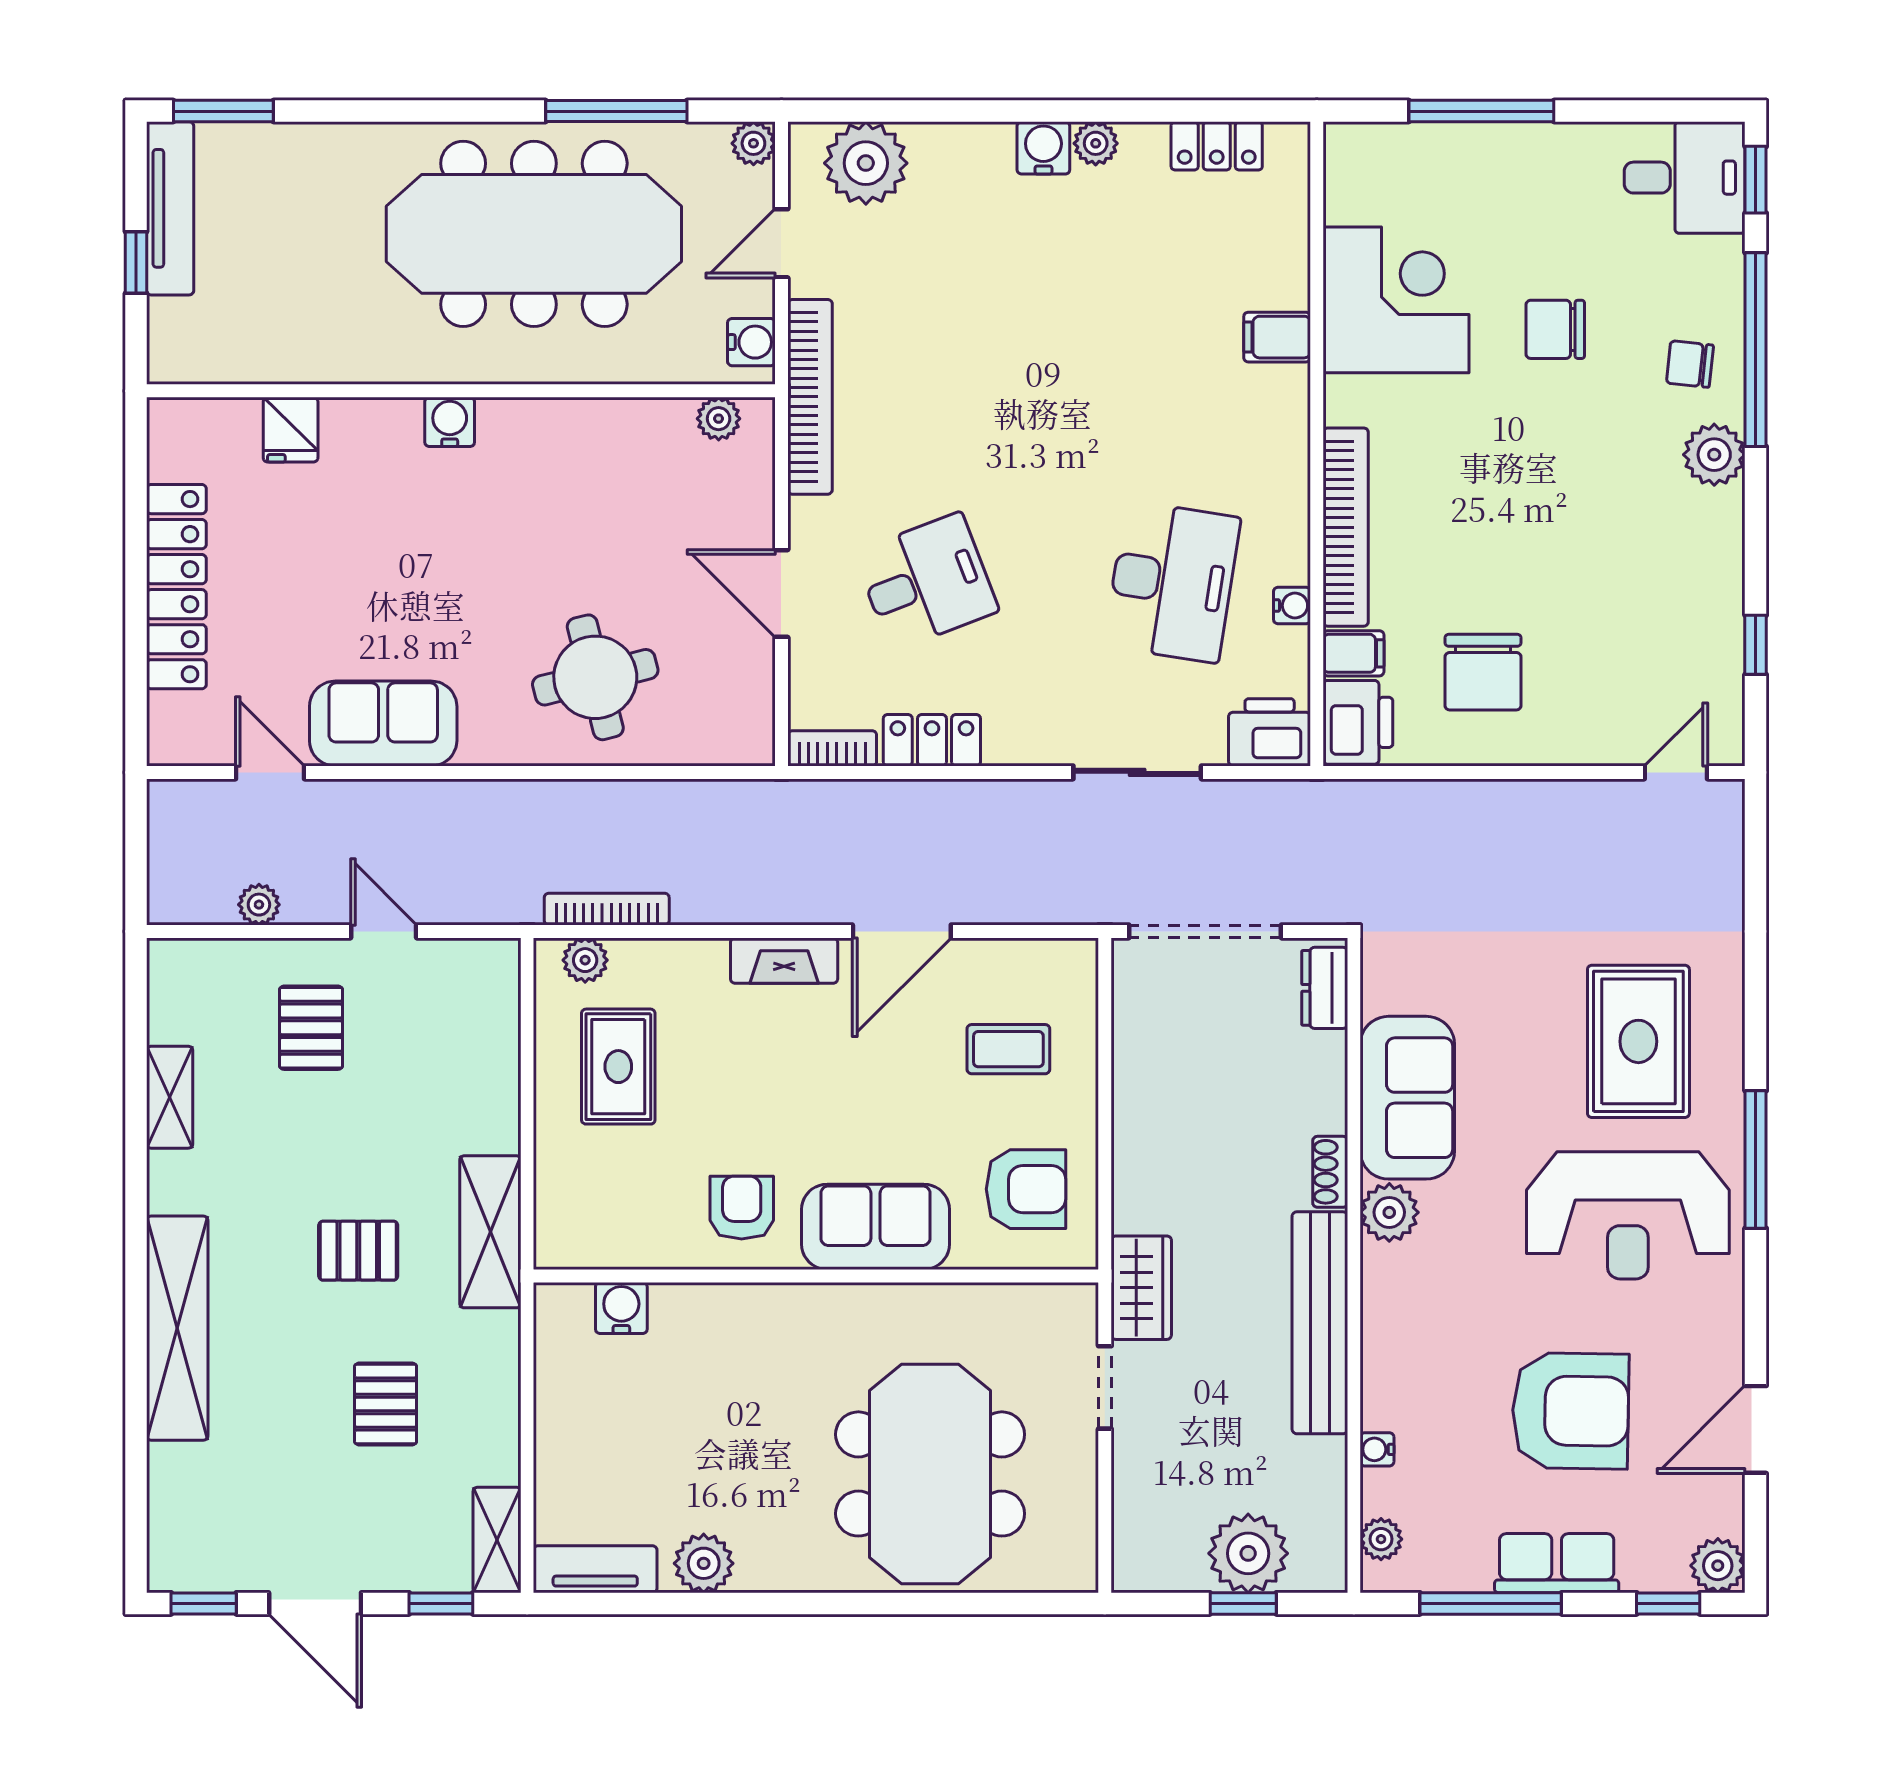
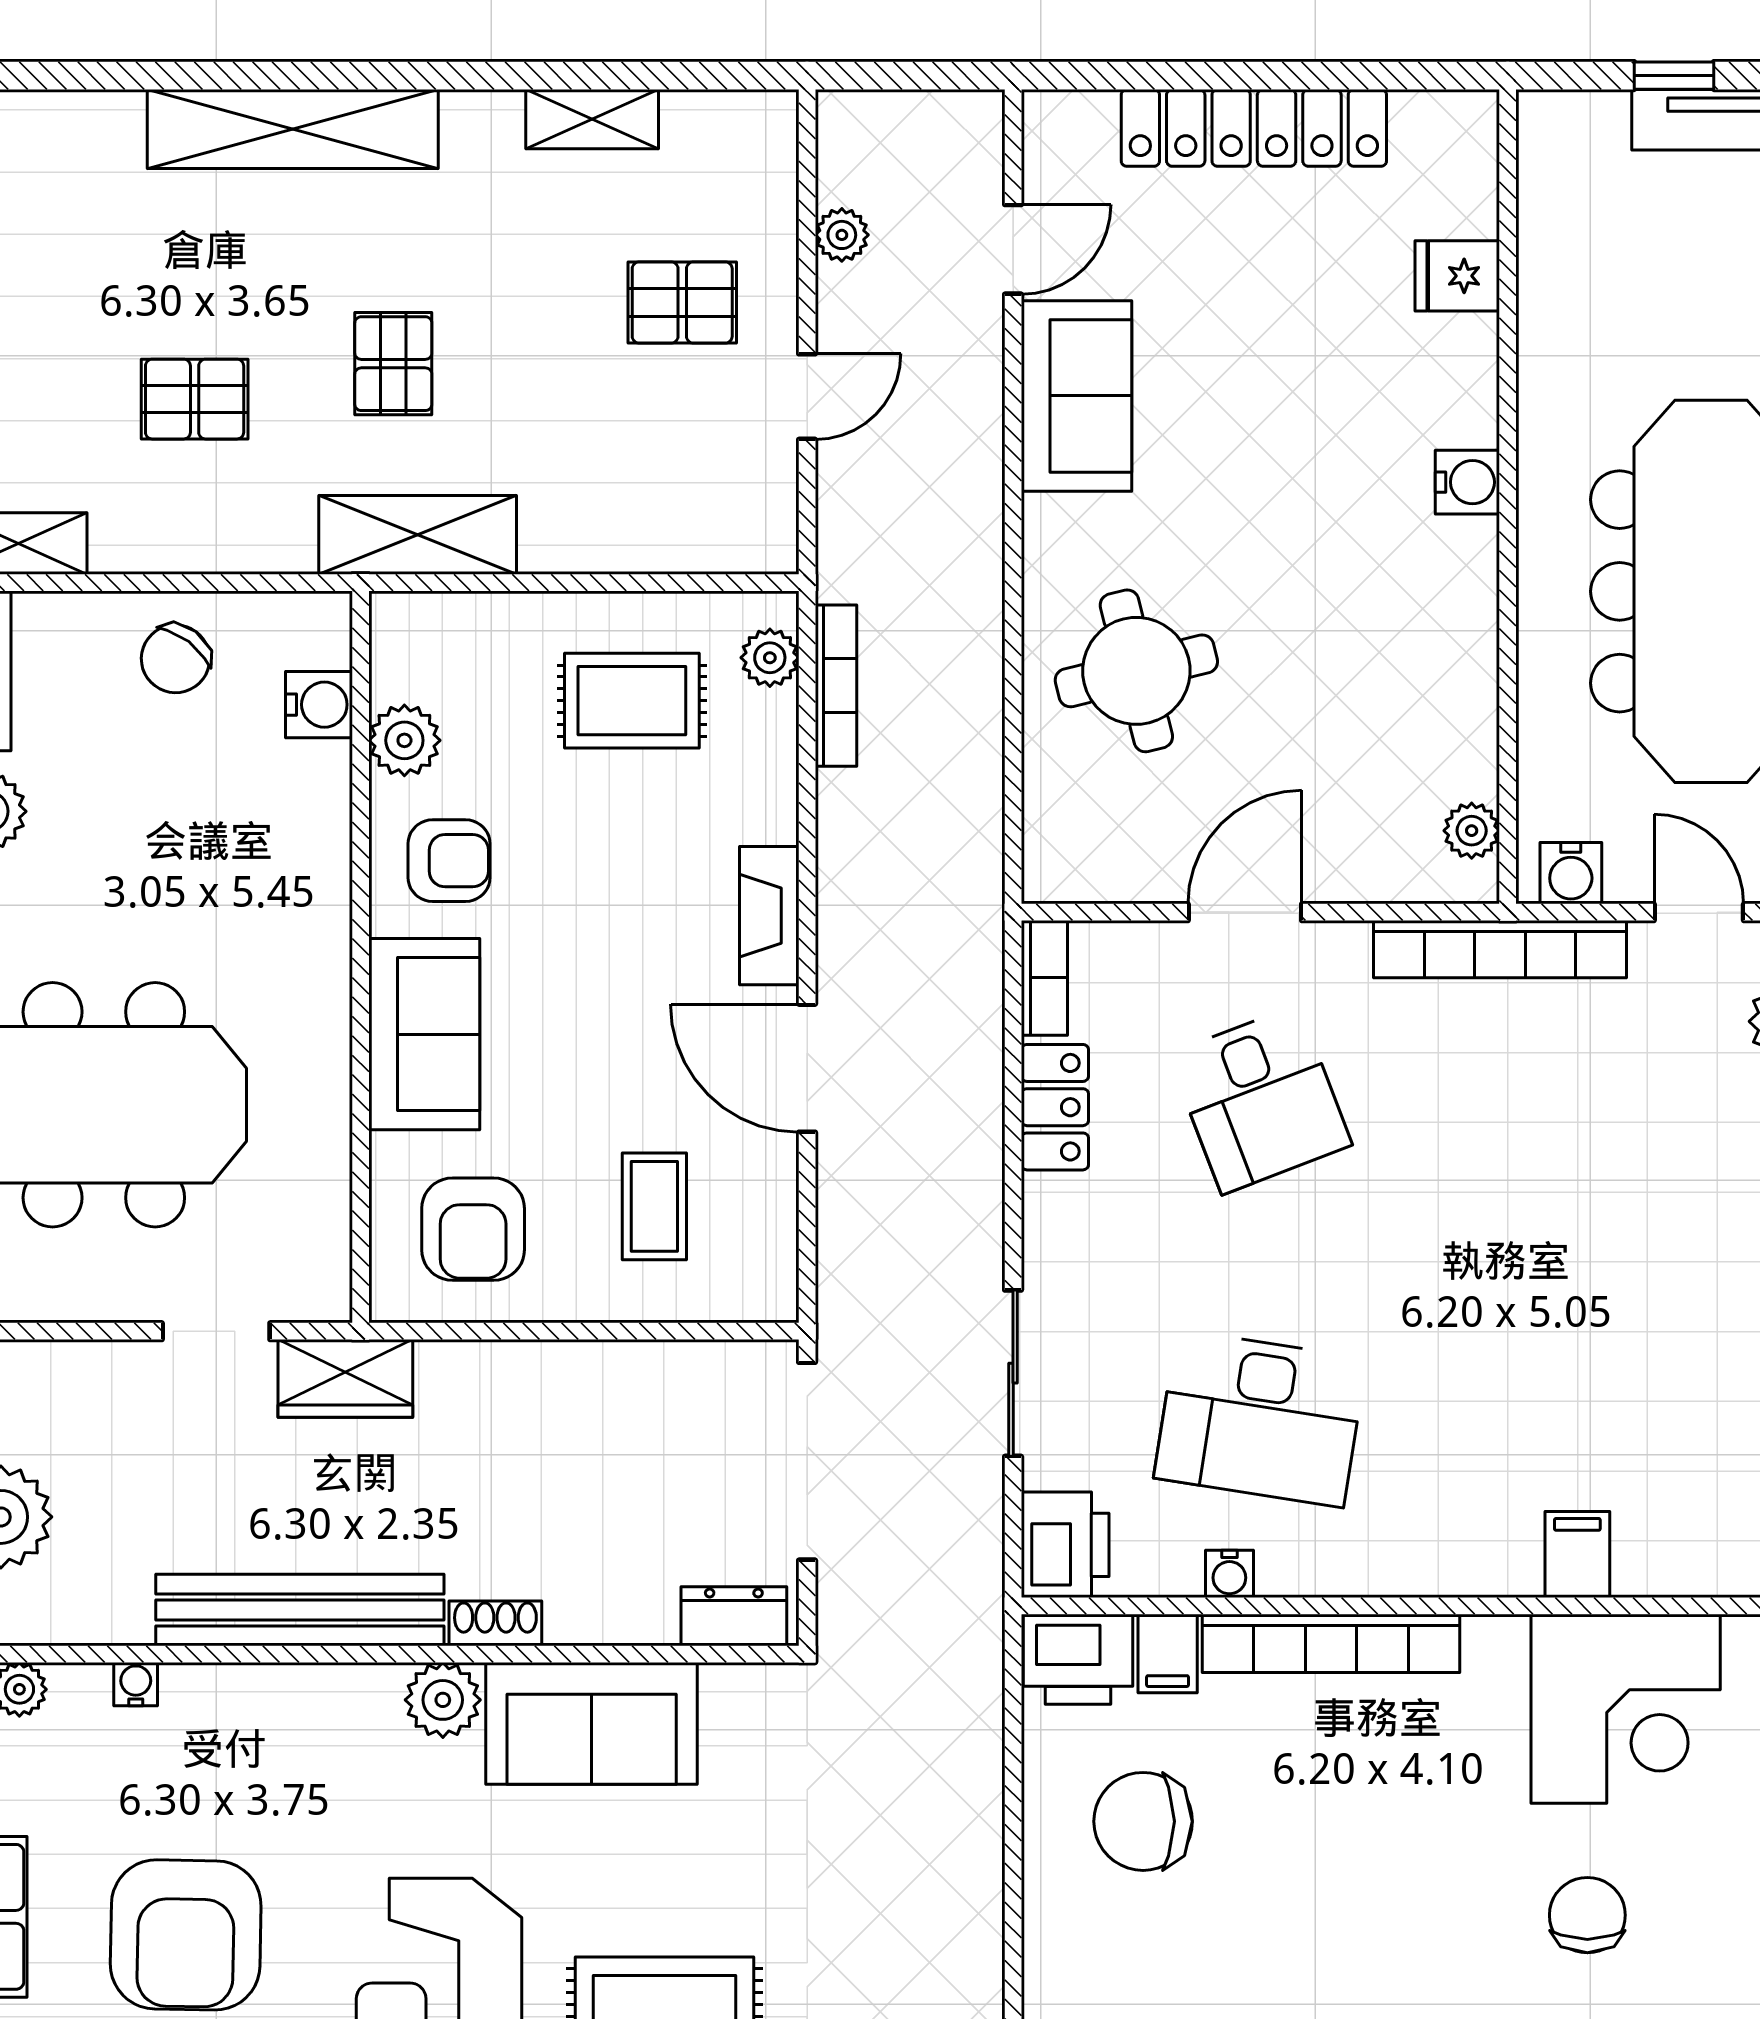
plant: (649, 1242) -> (404, 740), added
chair: (586, 1419) -> (175, 659), added

